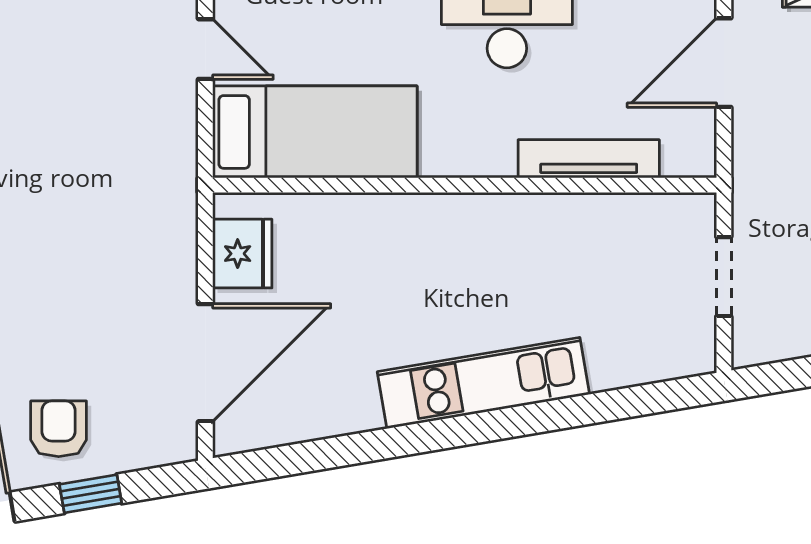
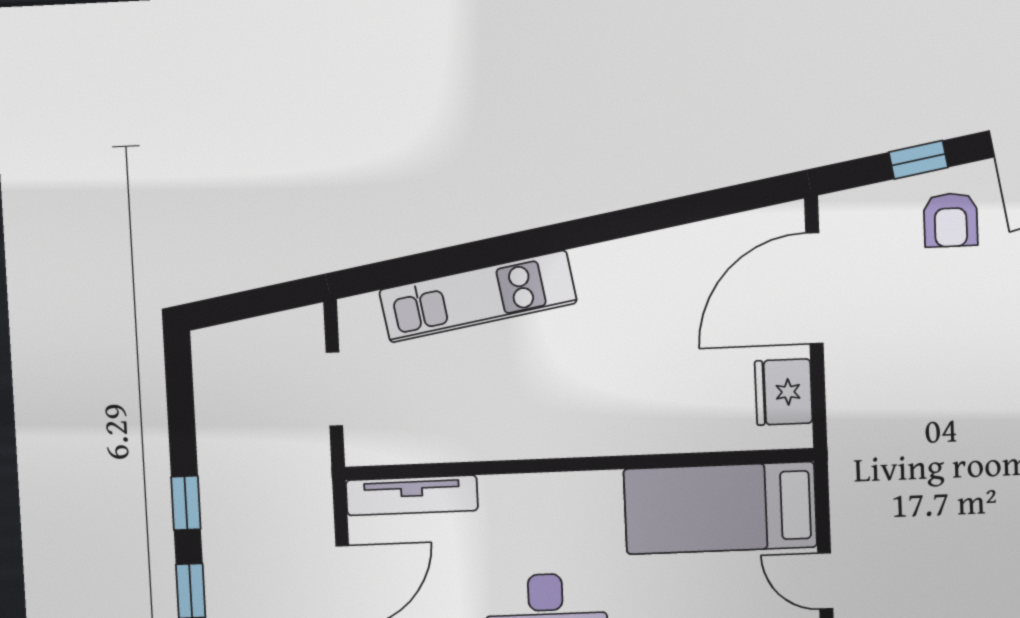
tv unit: (589, 159) -> (412, 495), moved
kitchen unit: (483, 383) -> (478, 296), moved

